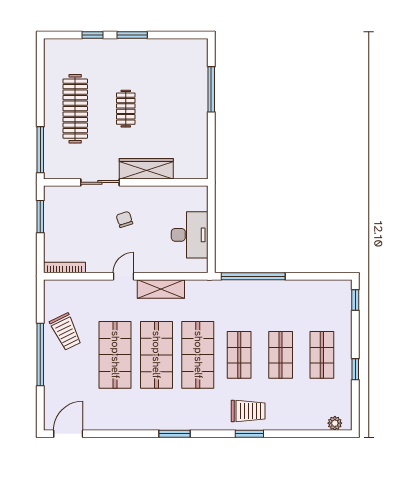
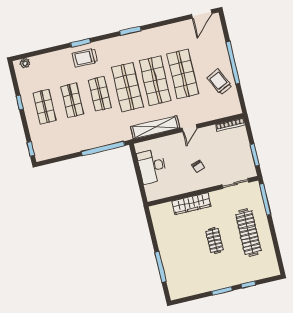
sliding door: (100, 182) -> (235, 184), moved
shelving: (161, 289) -> (155, 127), width x1.47

